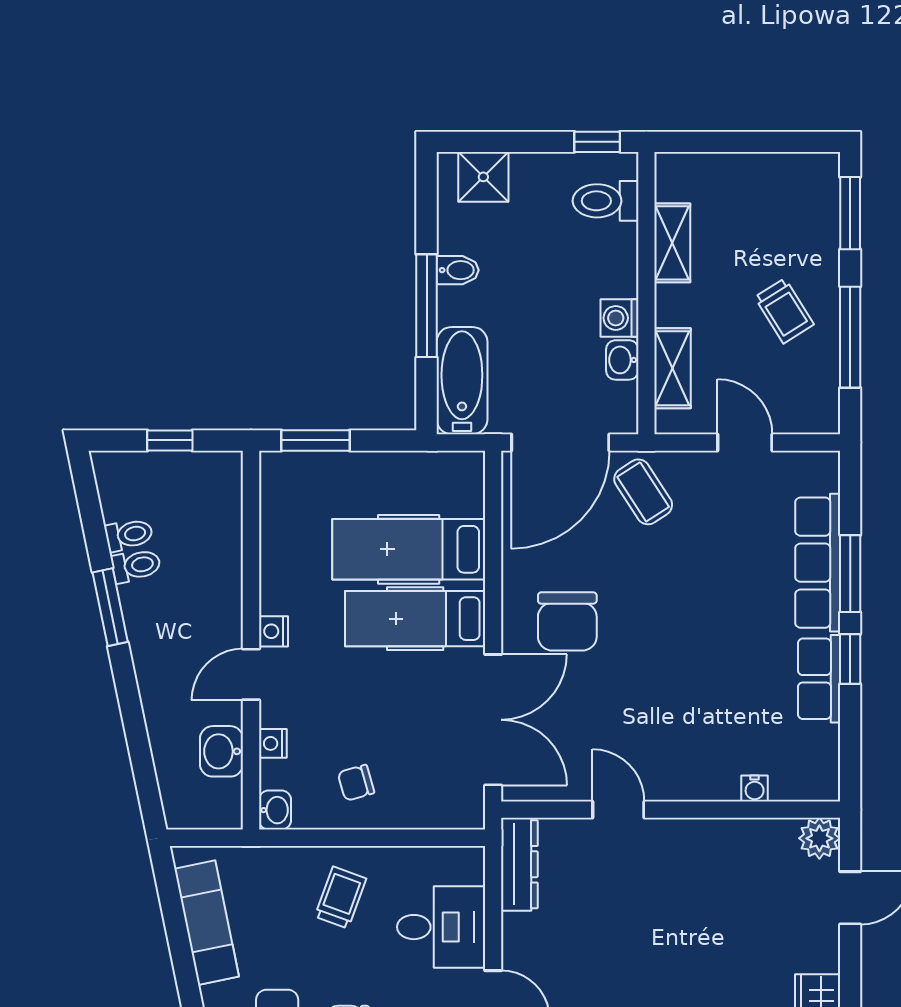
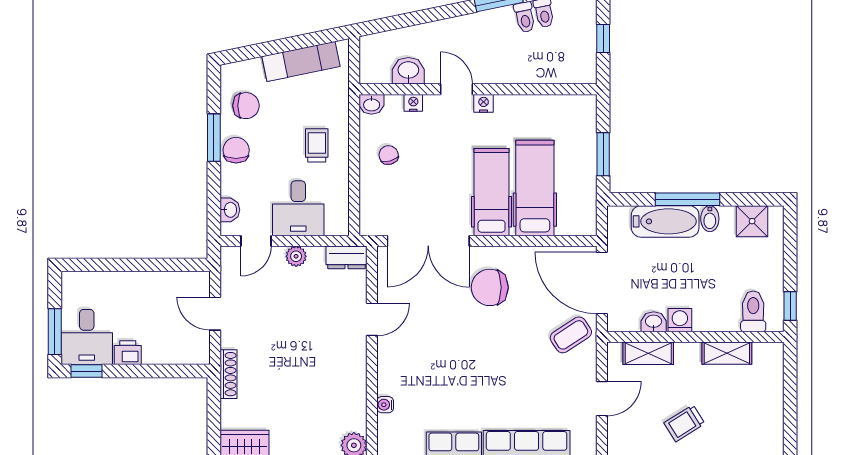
shower: (483, 177) -> (752, 221), moved
bathtub: (462, 381) -> (665, 221), moved
window: (315, 440) -> (603, 154), moved
dresser: (519, 864) -> (346, 257), width x0.70
trolley: (341, 897) -> (317, 145), turned -110
plant: (518, 931) -> (296, 256), added

